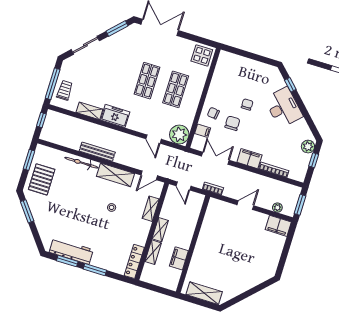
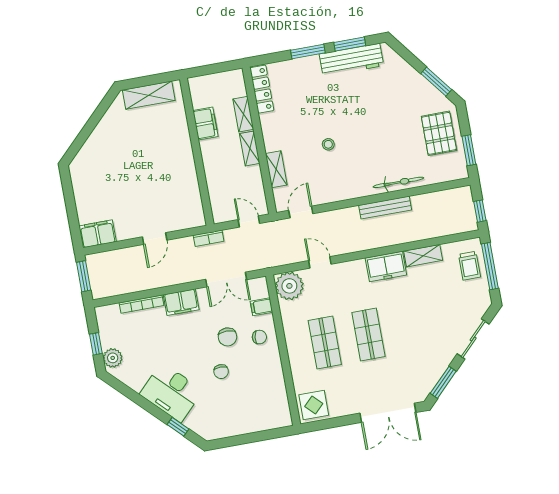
shelving: (115, 175) -> (345, 190), removed
plant: (277, 208) -> (111, 257), removed

